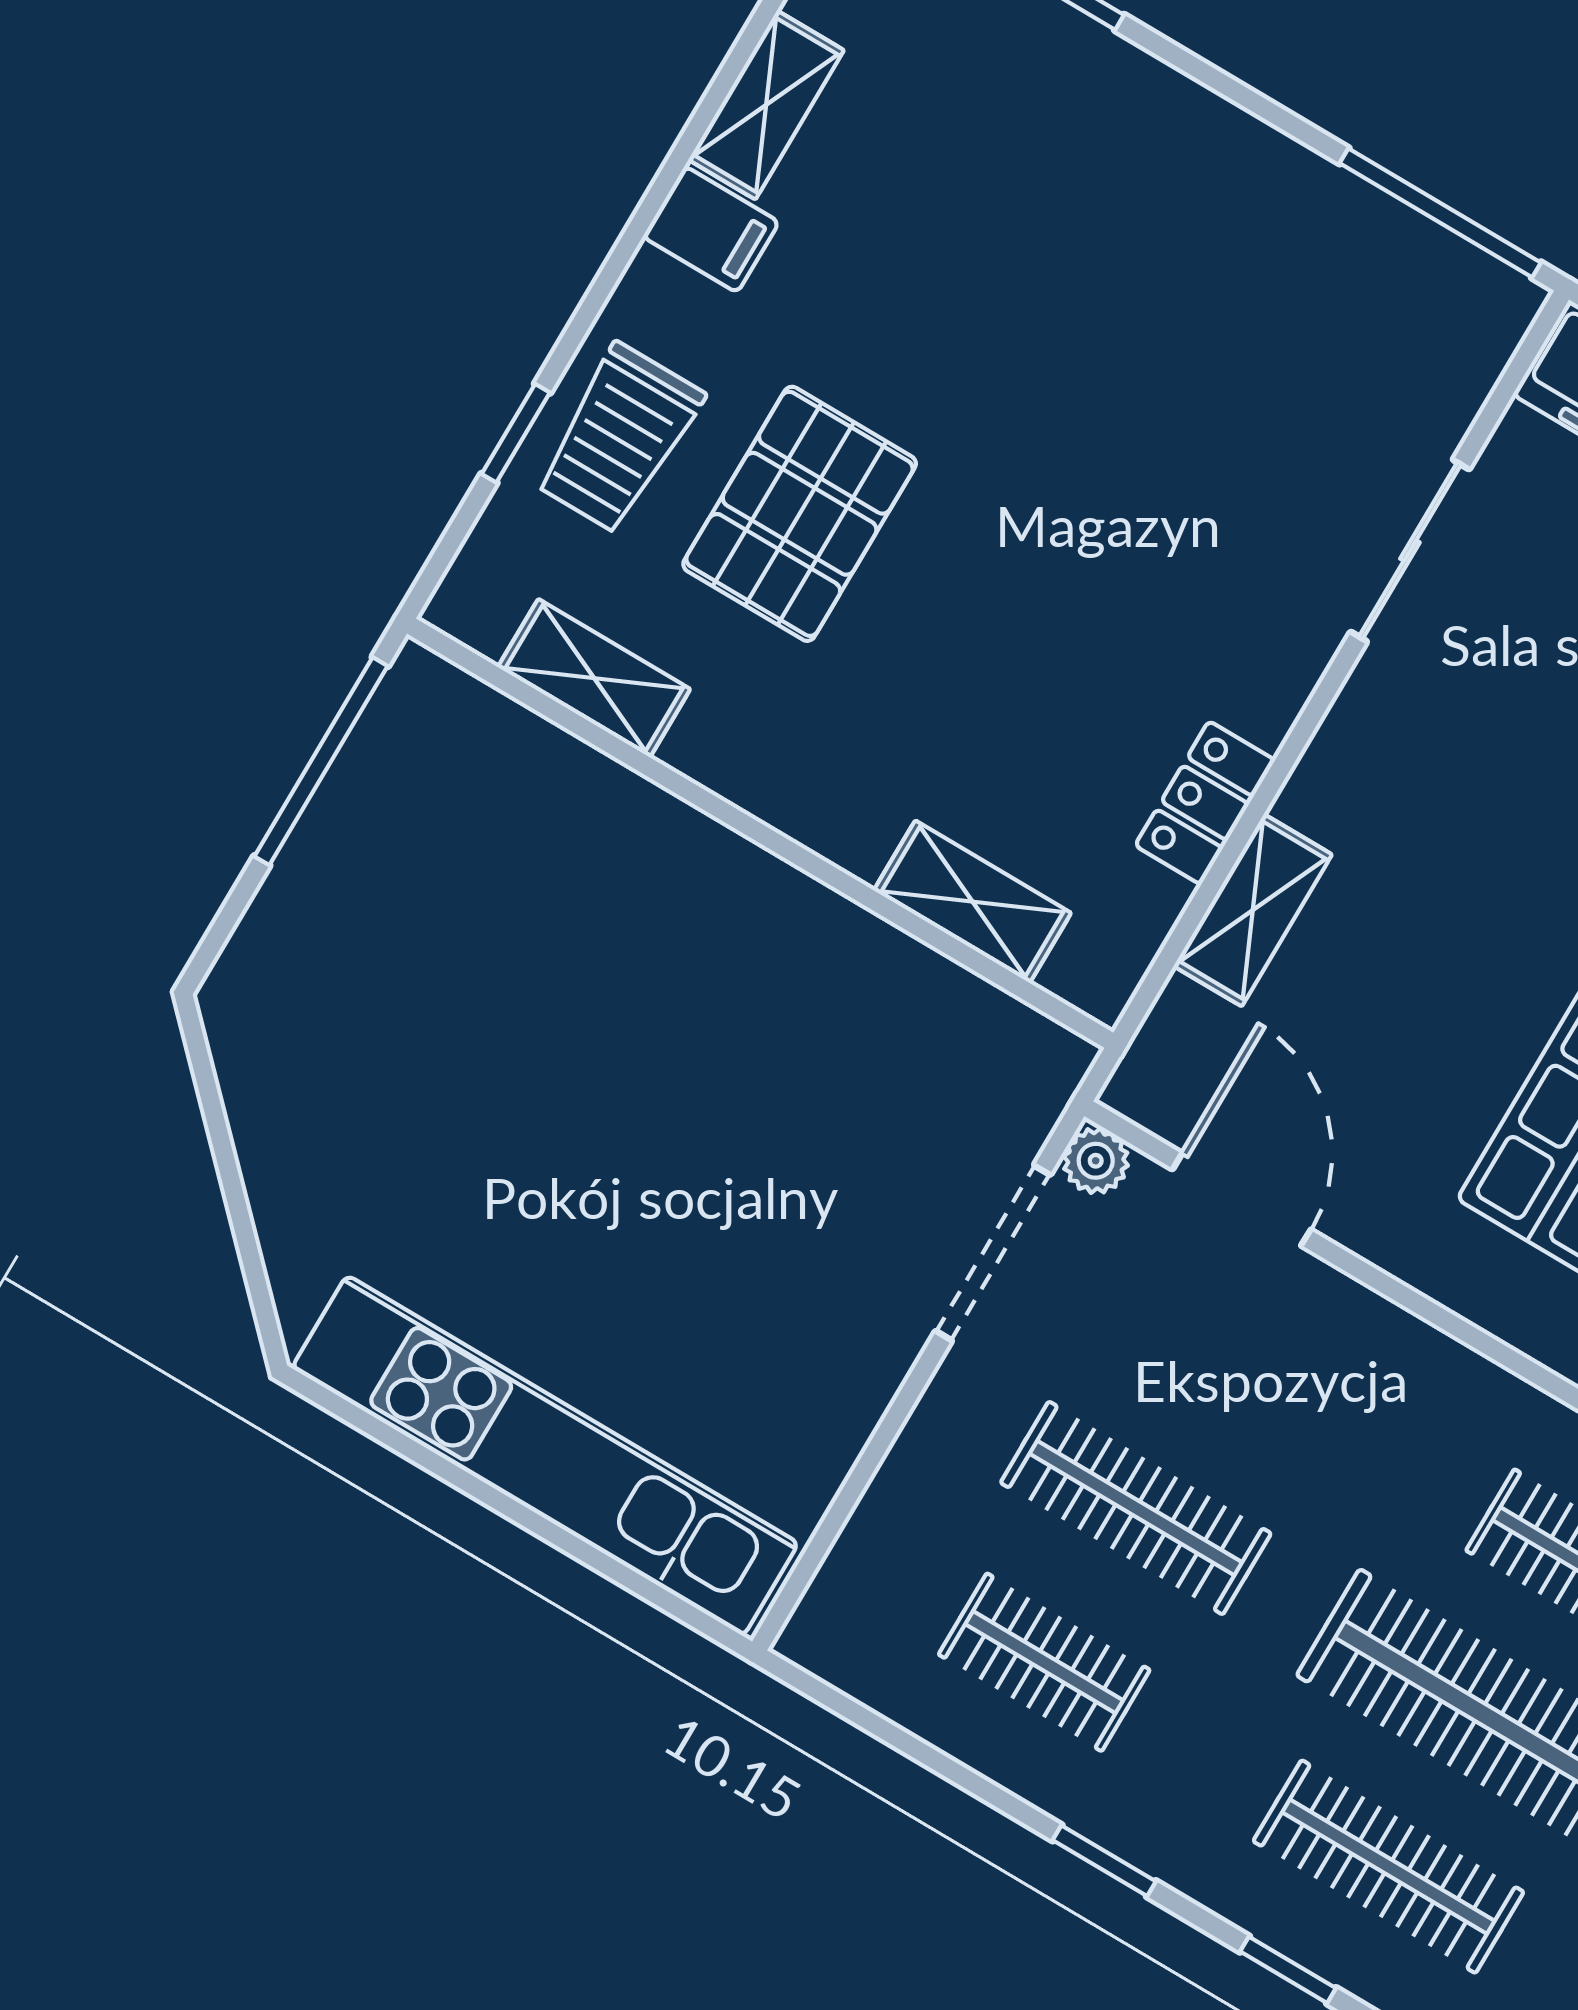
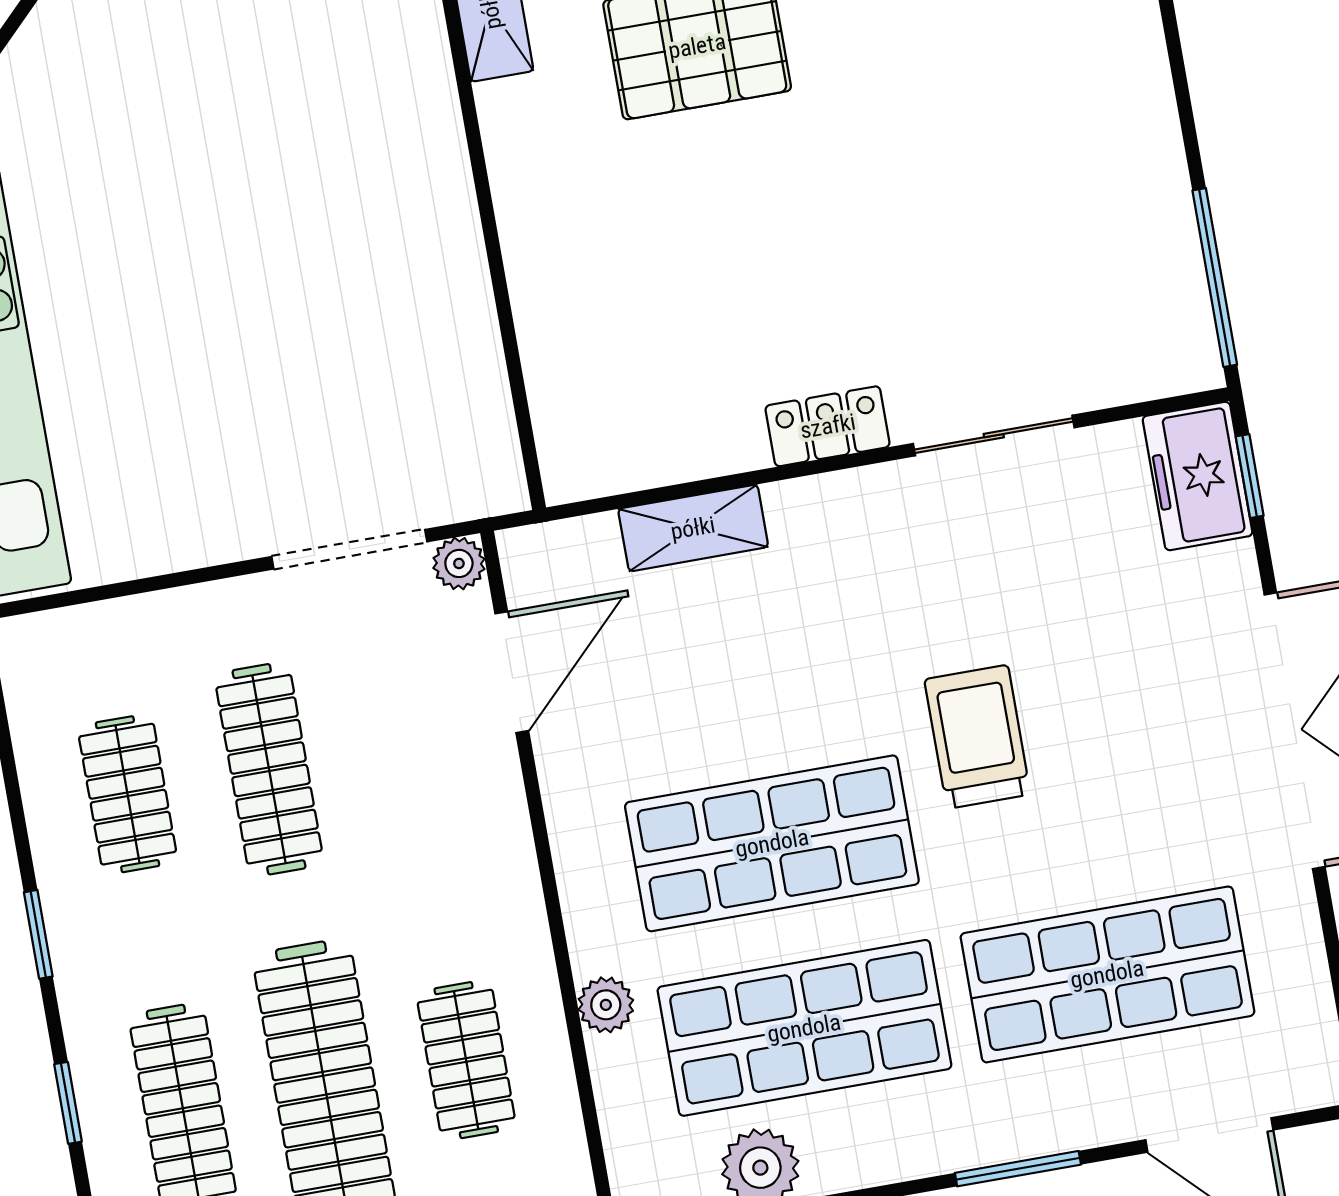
locker: (1205, 803) -> (828, 426), moved
shelving: (972, 902) -> (552, 353), removed

